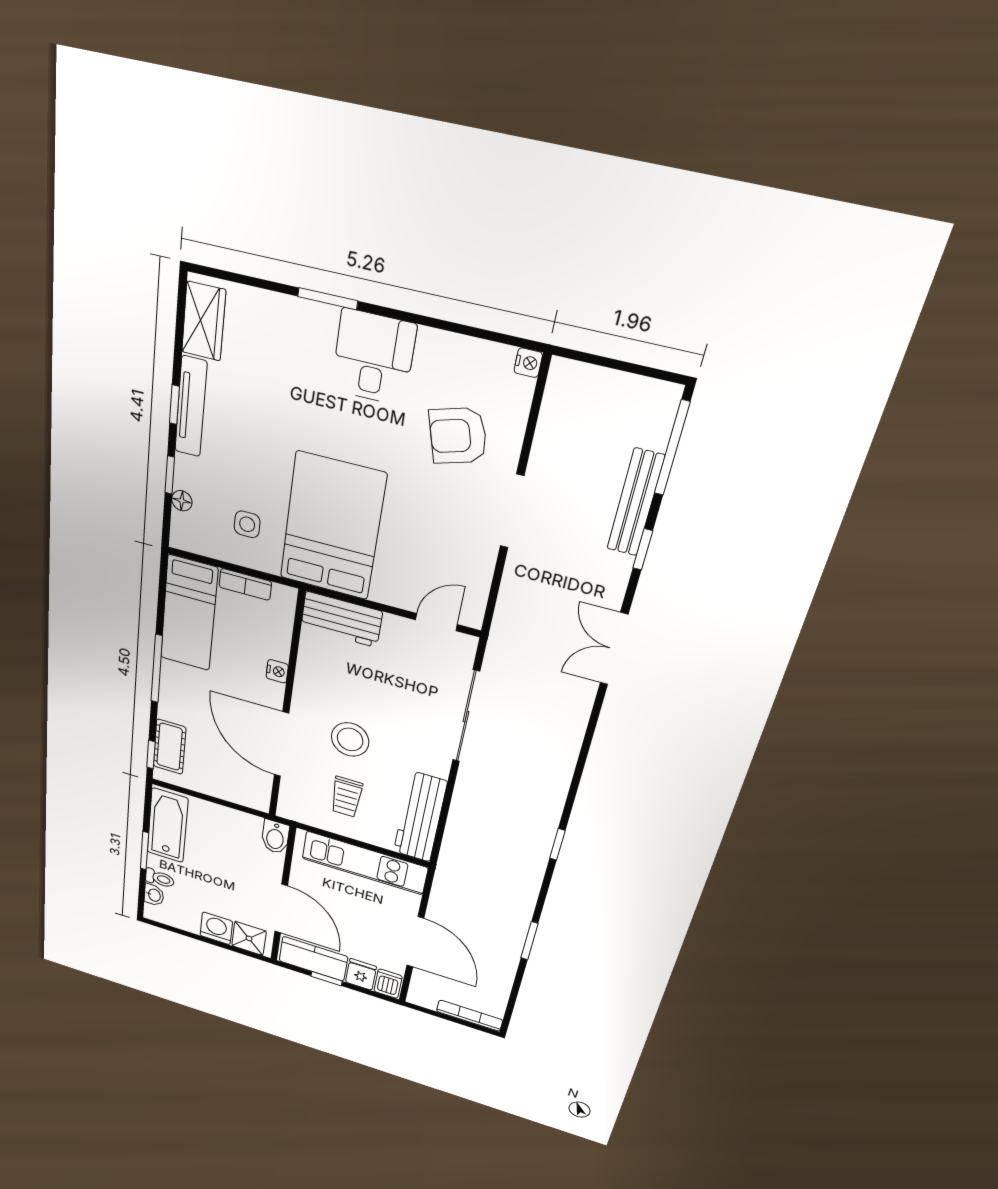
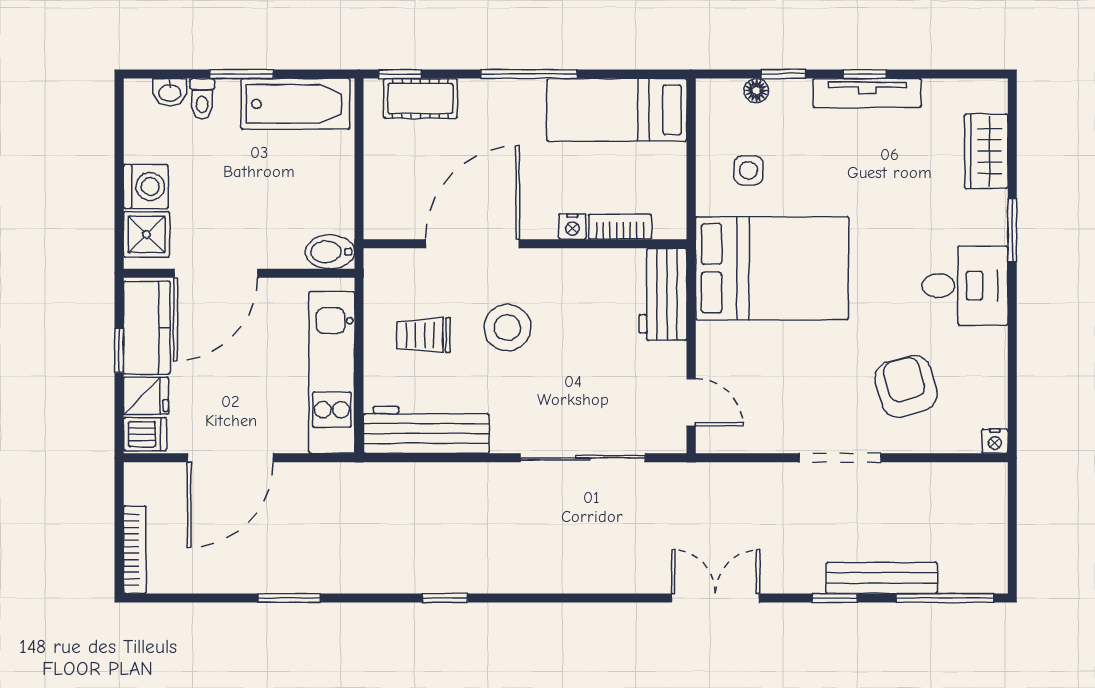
wardrobe: (204, 321) -> (986, 151), moved, turned 90
bookcase: (245, 584) -> (620, 227), moved, turned 90

